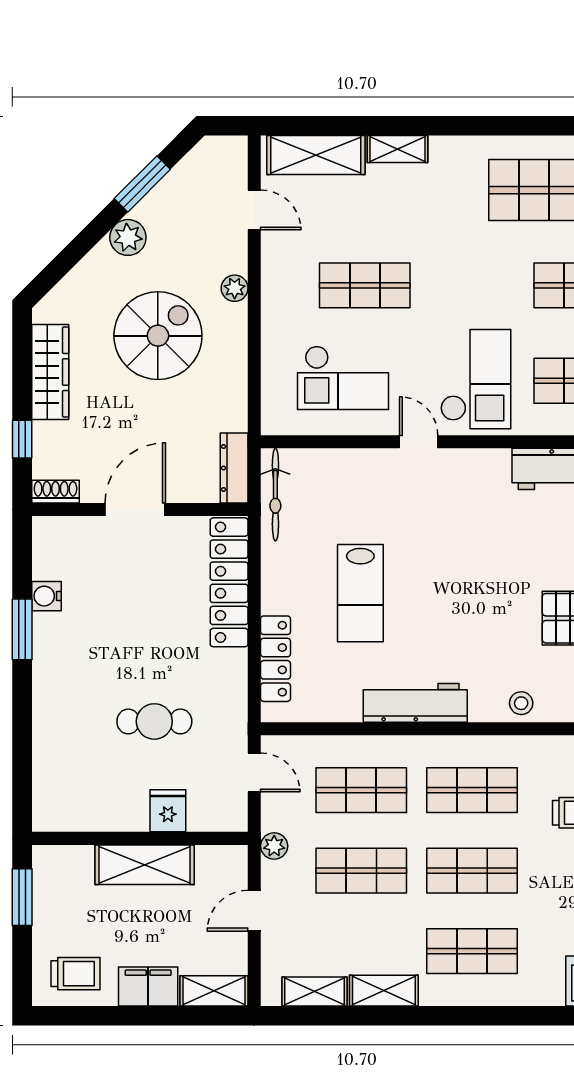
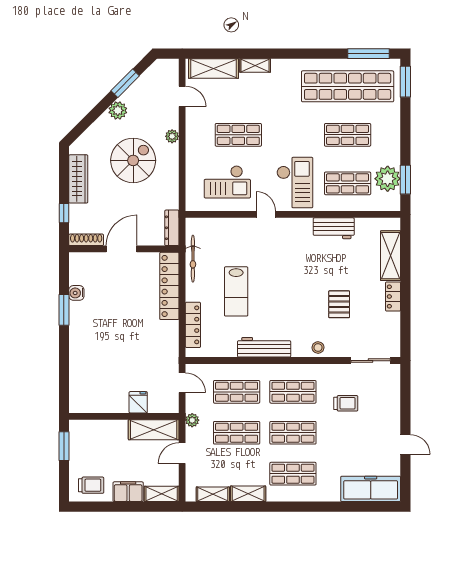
shoe rack: (55, 492) -> (86, 240), width x1.43
bicycle: (275, 495) -> (193, 259), moved
cafe table: (154, 721) -> (131, 357), removed
shelving: (145, 865) -> (154, 430), moved

